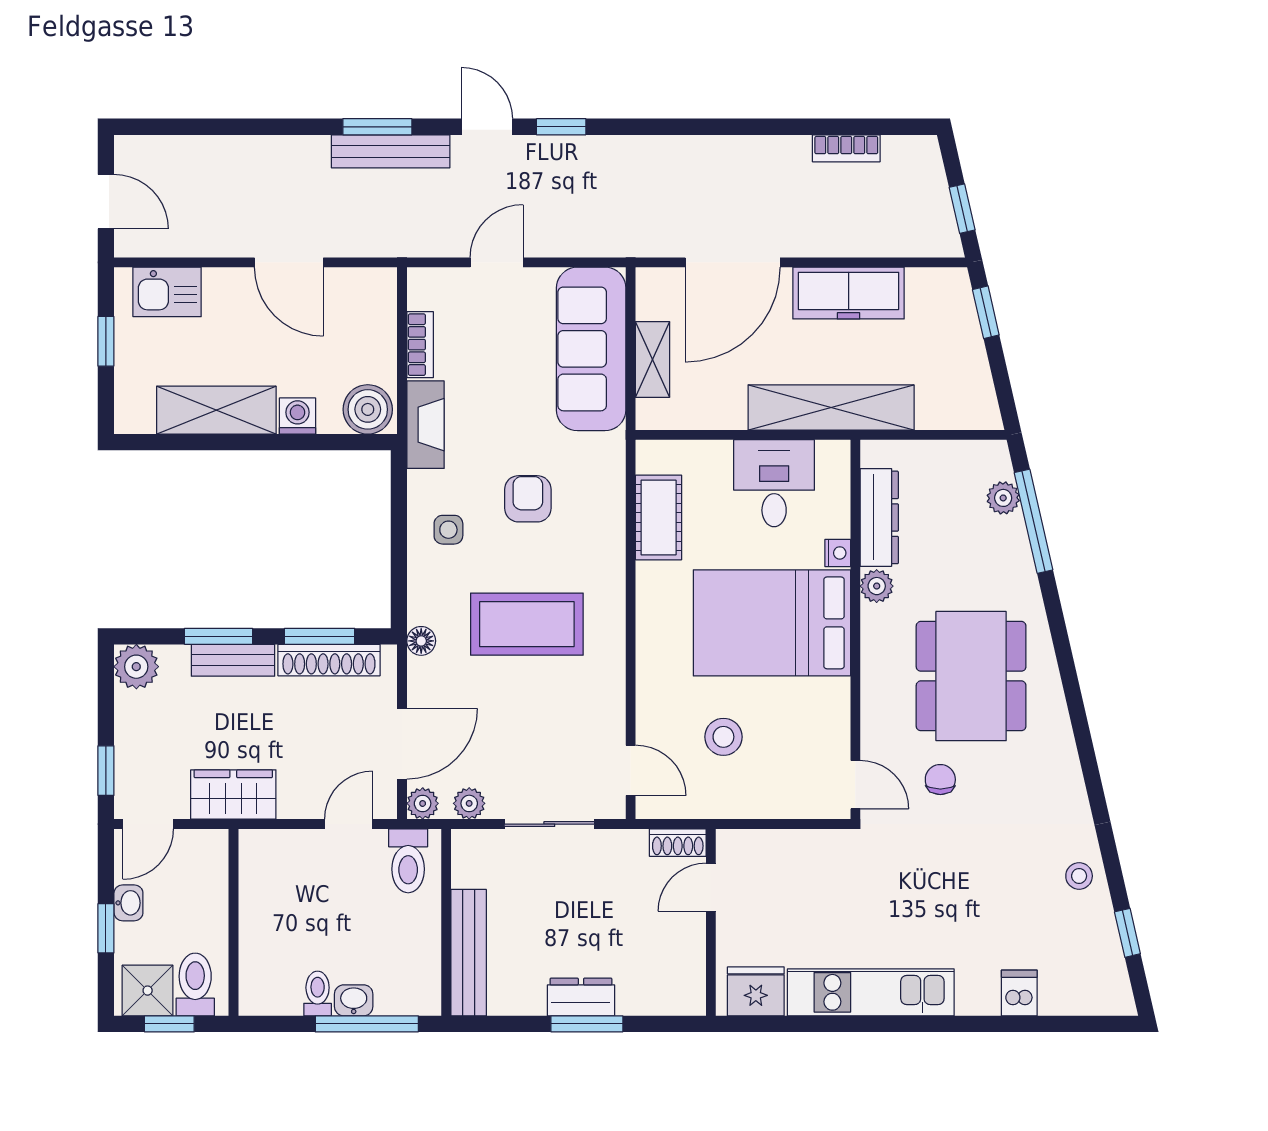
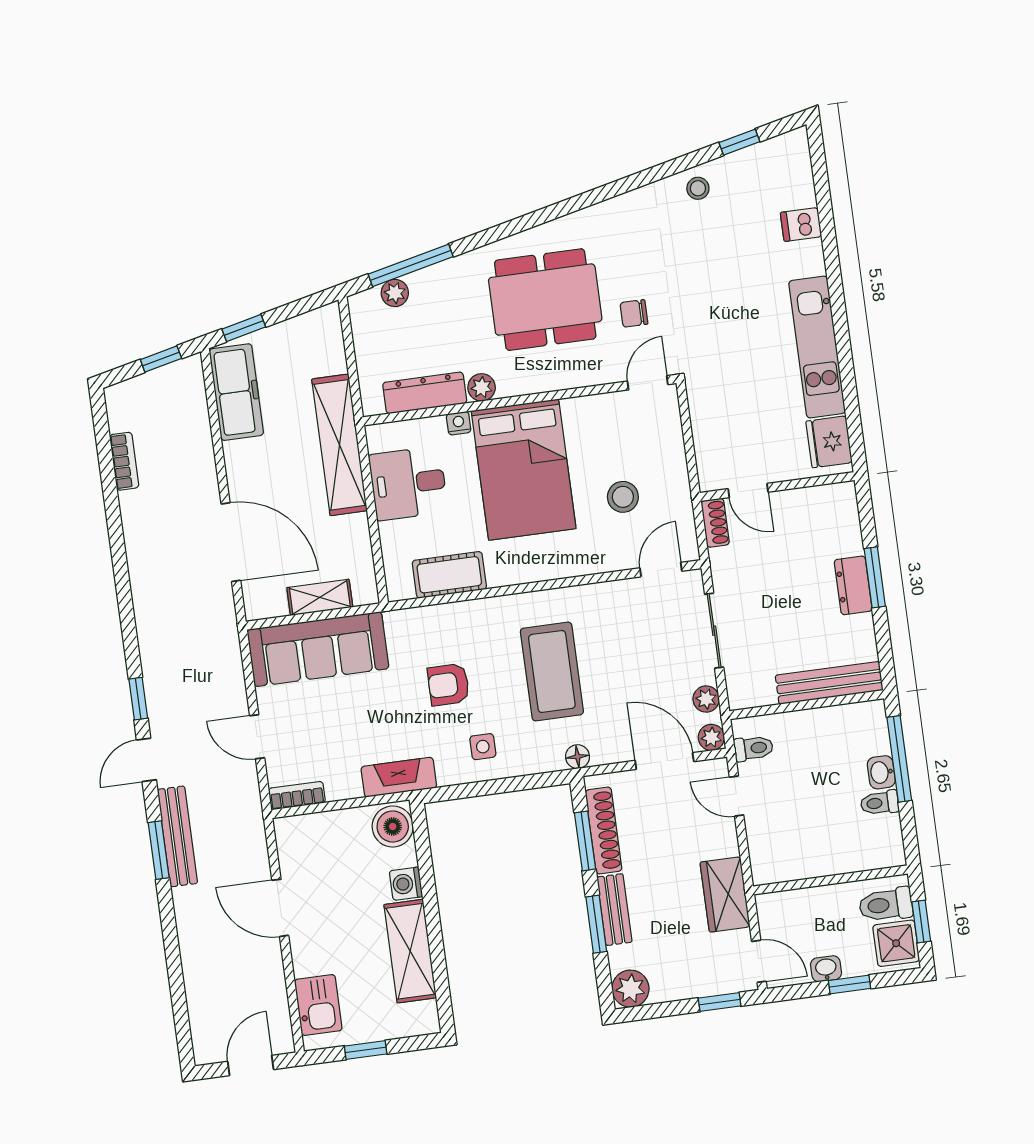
door: (289, 262) -> (280, 908), swing flipped
freezer: (849, 293) -> (236, 392), moved
bookcase: (420, 345) -> (297, 796), moved
toilet: (408, 861) -> (753, 748), width x0.73, depth x0.72

